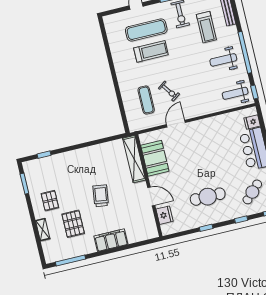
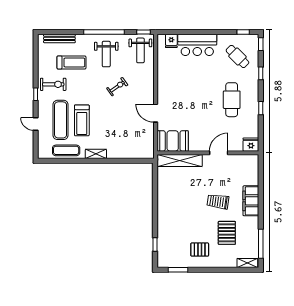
treadmill: (151, 51) -> (82, 120), turned 180
shelving: (121, 74) -> (96, 154), added
exercise bike: (169, 91) -> (117, 87), moved
exercise mat: (146, 100) -> (66, 150), moved
booth: (155, 158) -> (173, 141), moved
trolley: (101, 196) -> (218, 202), moved
fridge: (165, 215) -> (251, 145), moved
pallet: (73, 224) -> (227, 233), turned 90
shelving: (43, 230) -> (247, 263), moved

